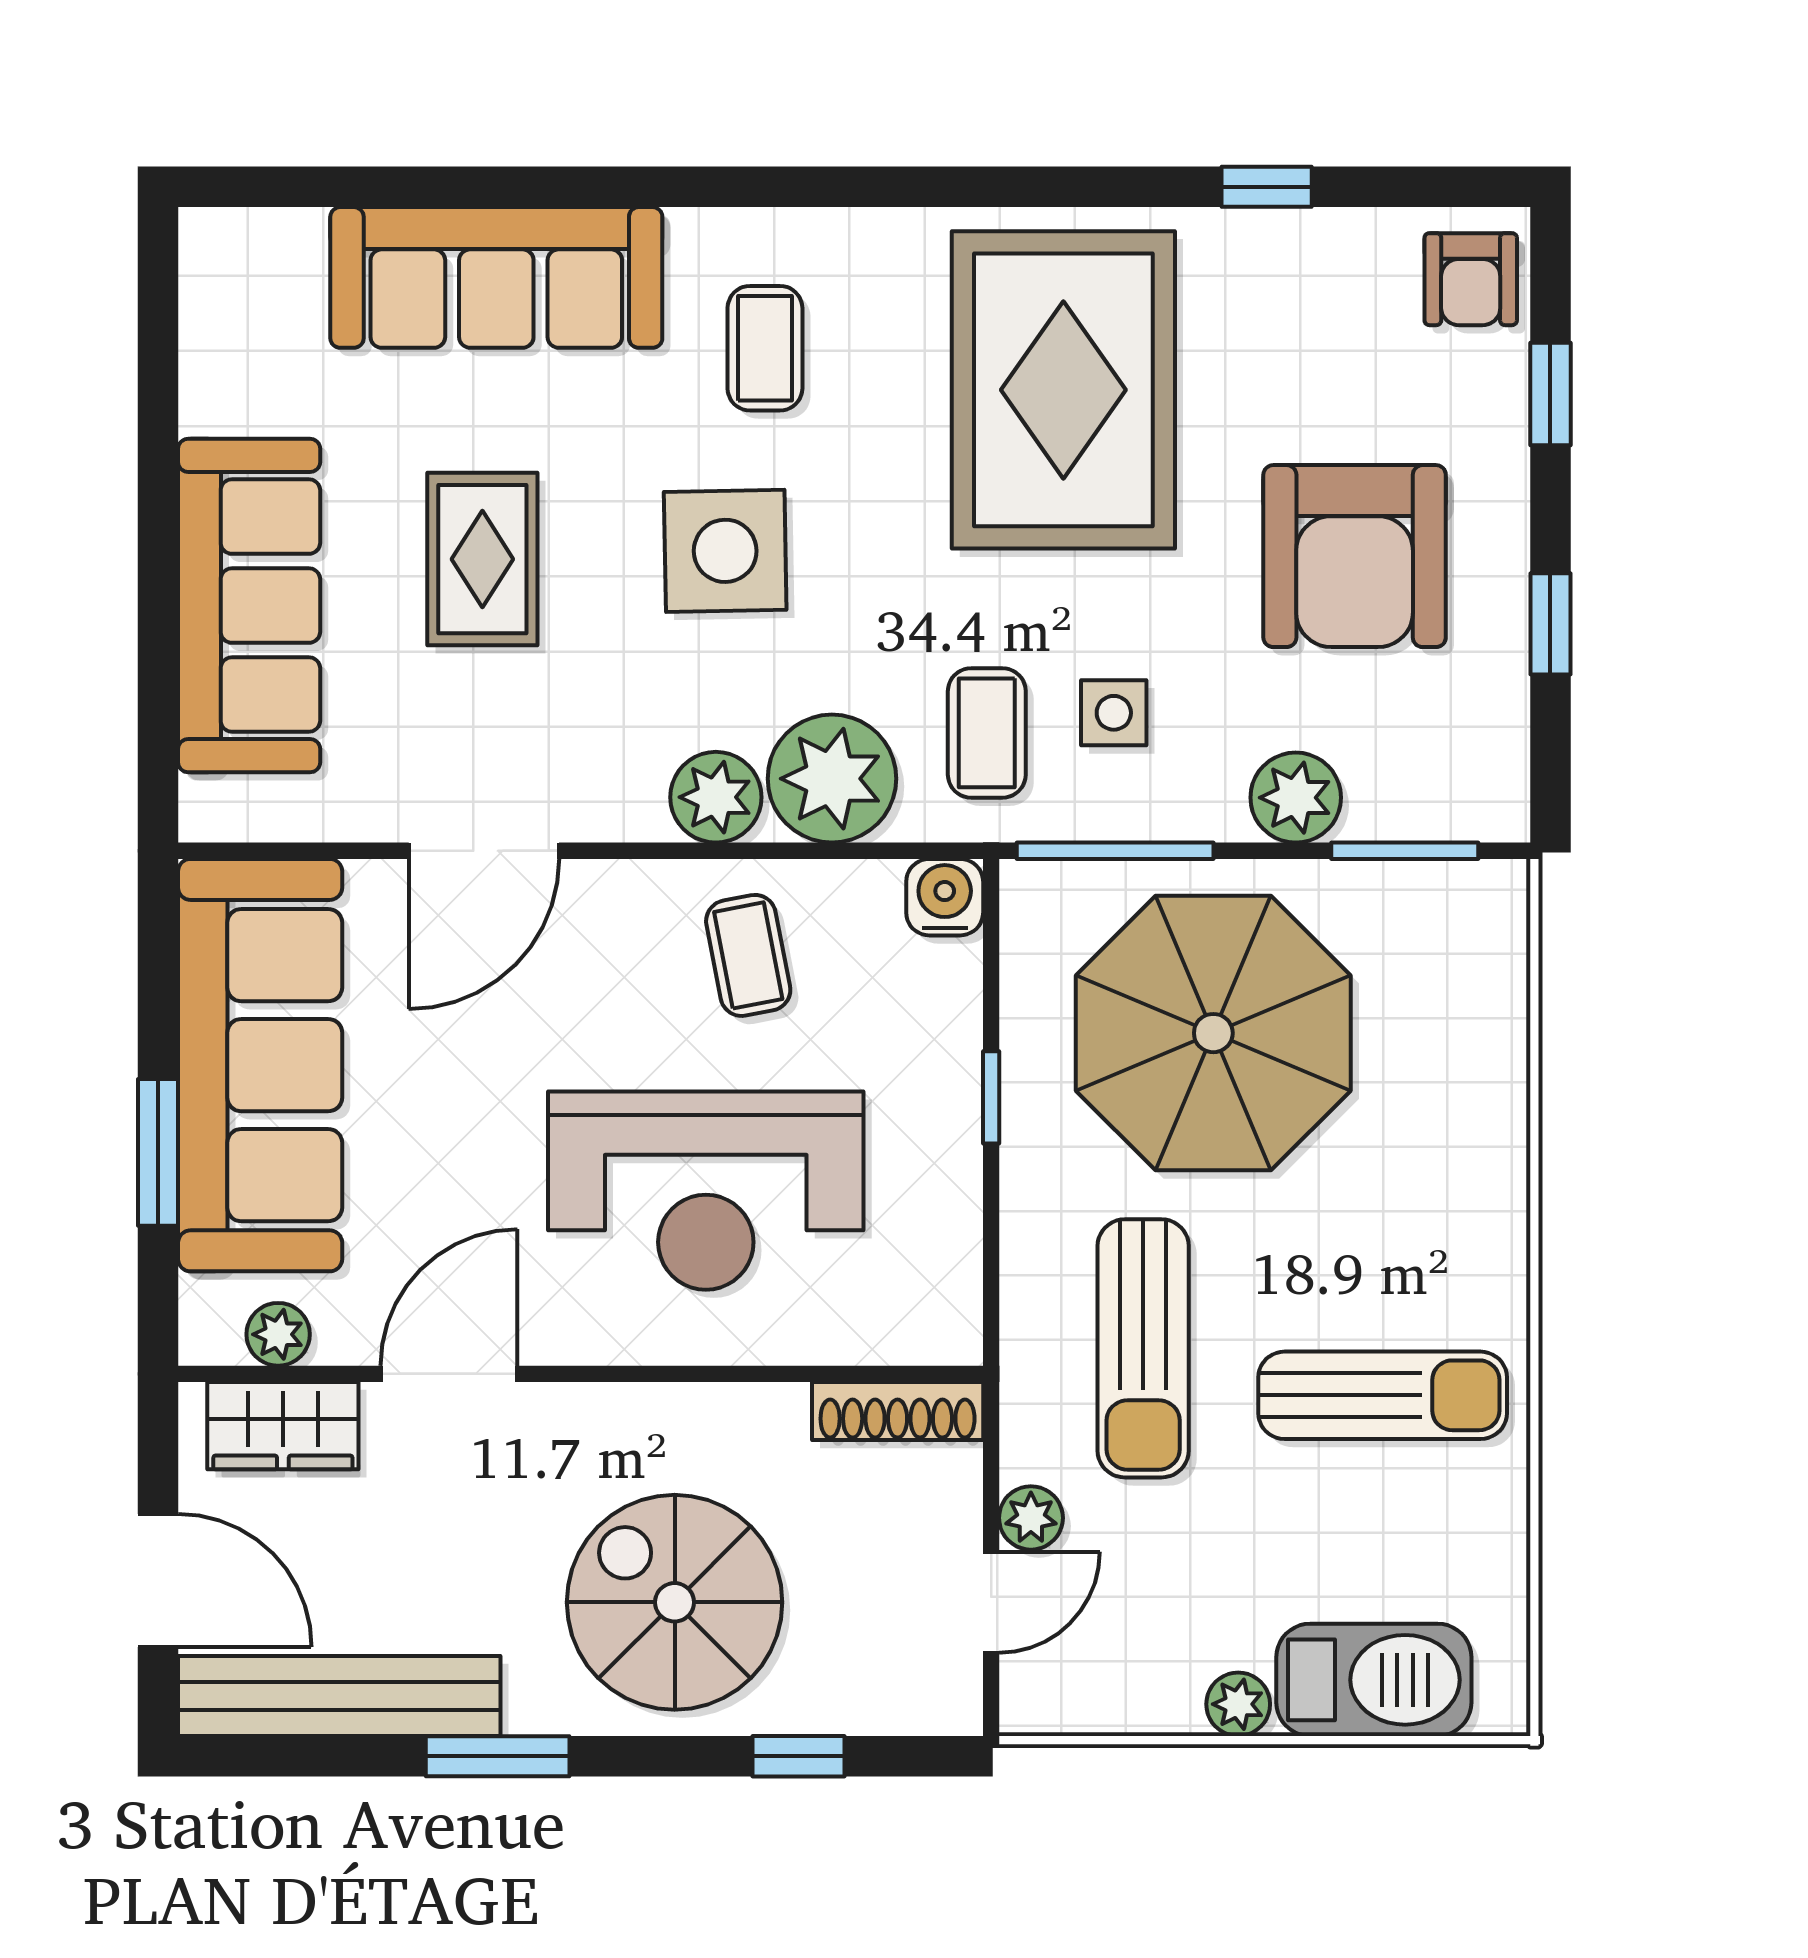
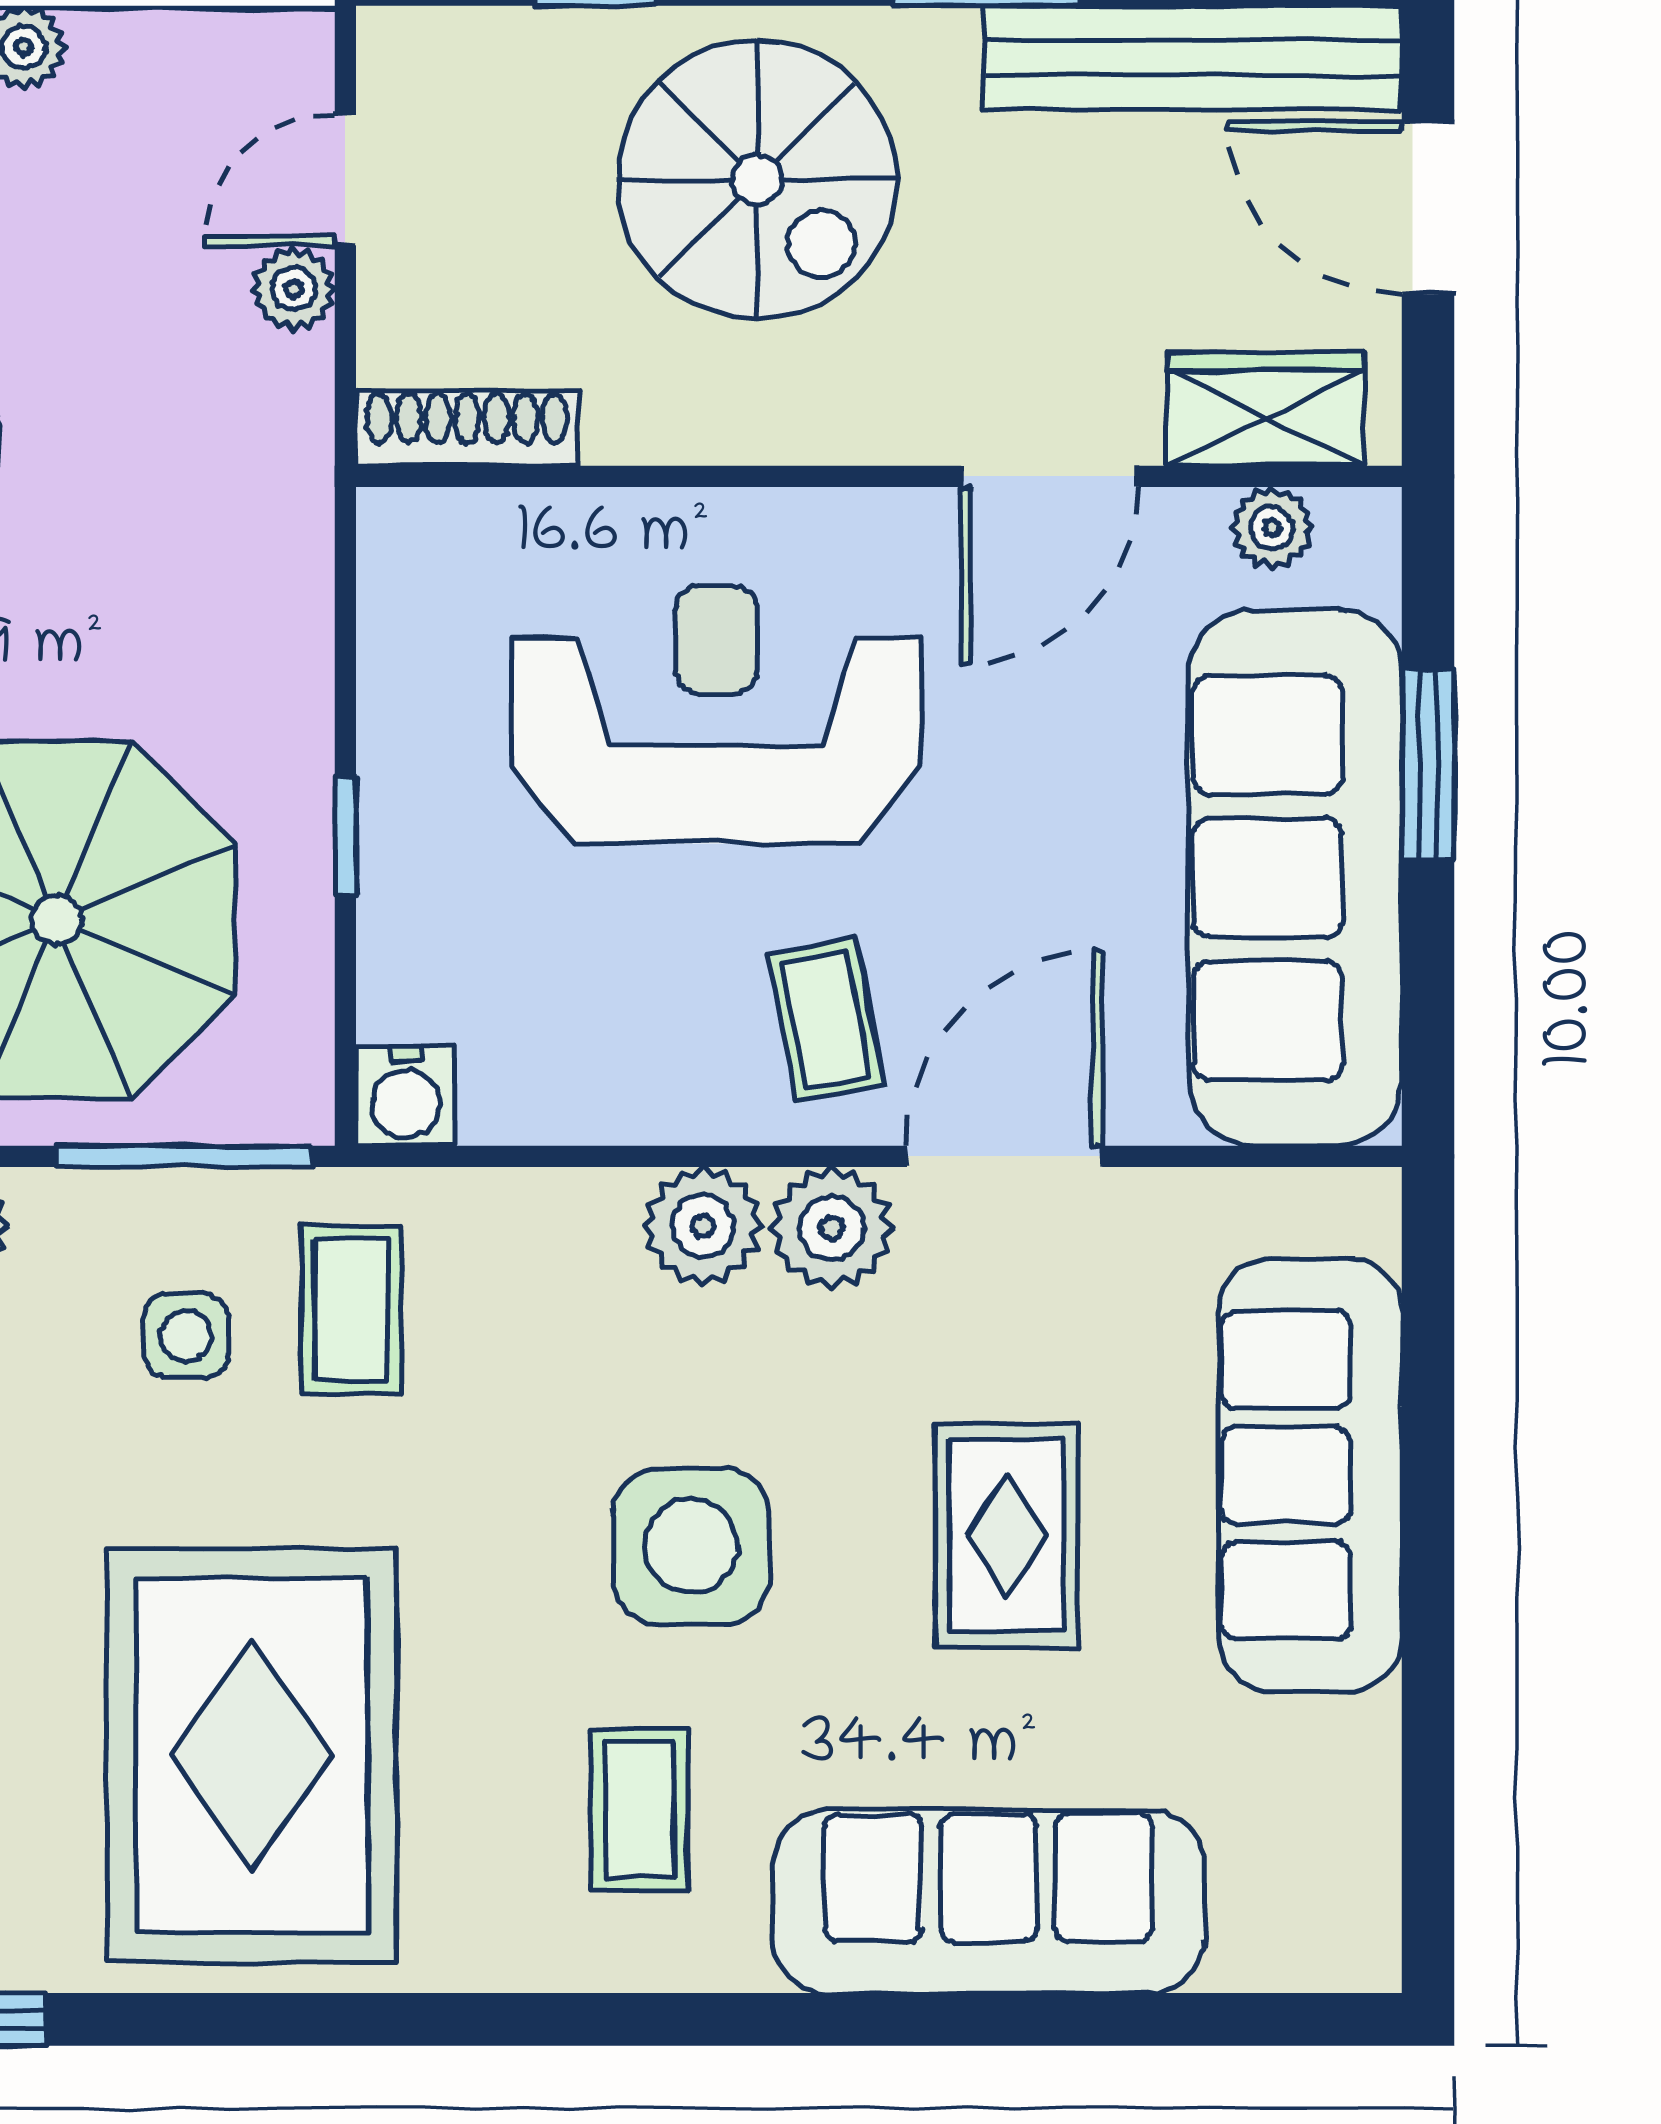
plant: (832, 779) -> (832, 1228), moved, width x0.73, depth x0.73
coffee table: (748, 955) -> (826, 1020), moved
sun lounger: (1143, 1348) -> (148, 510), removed

